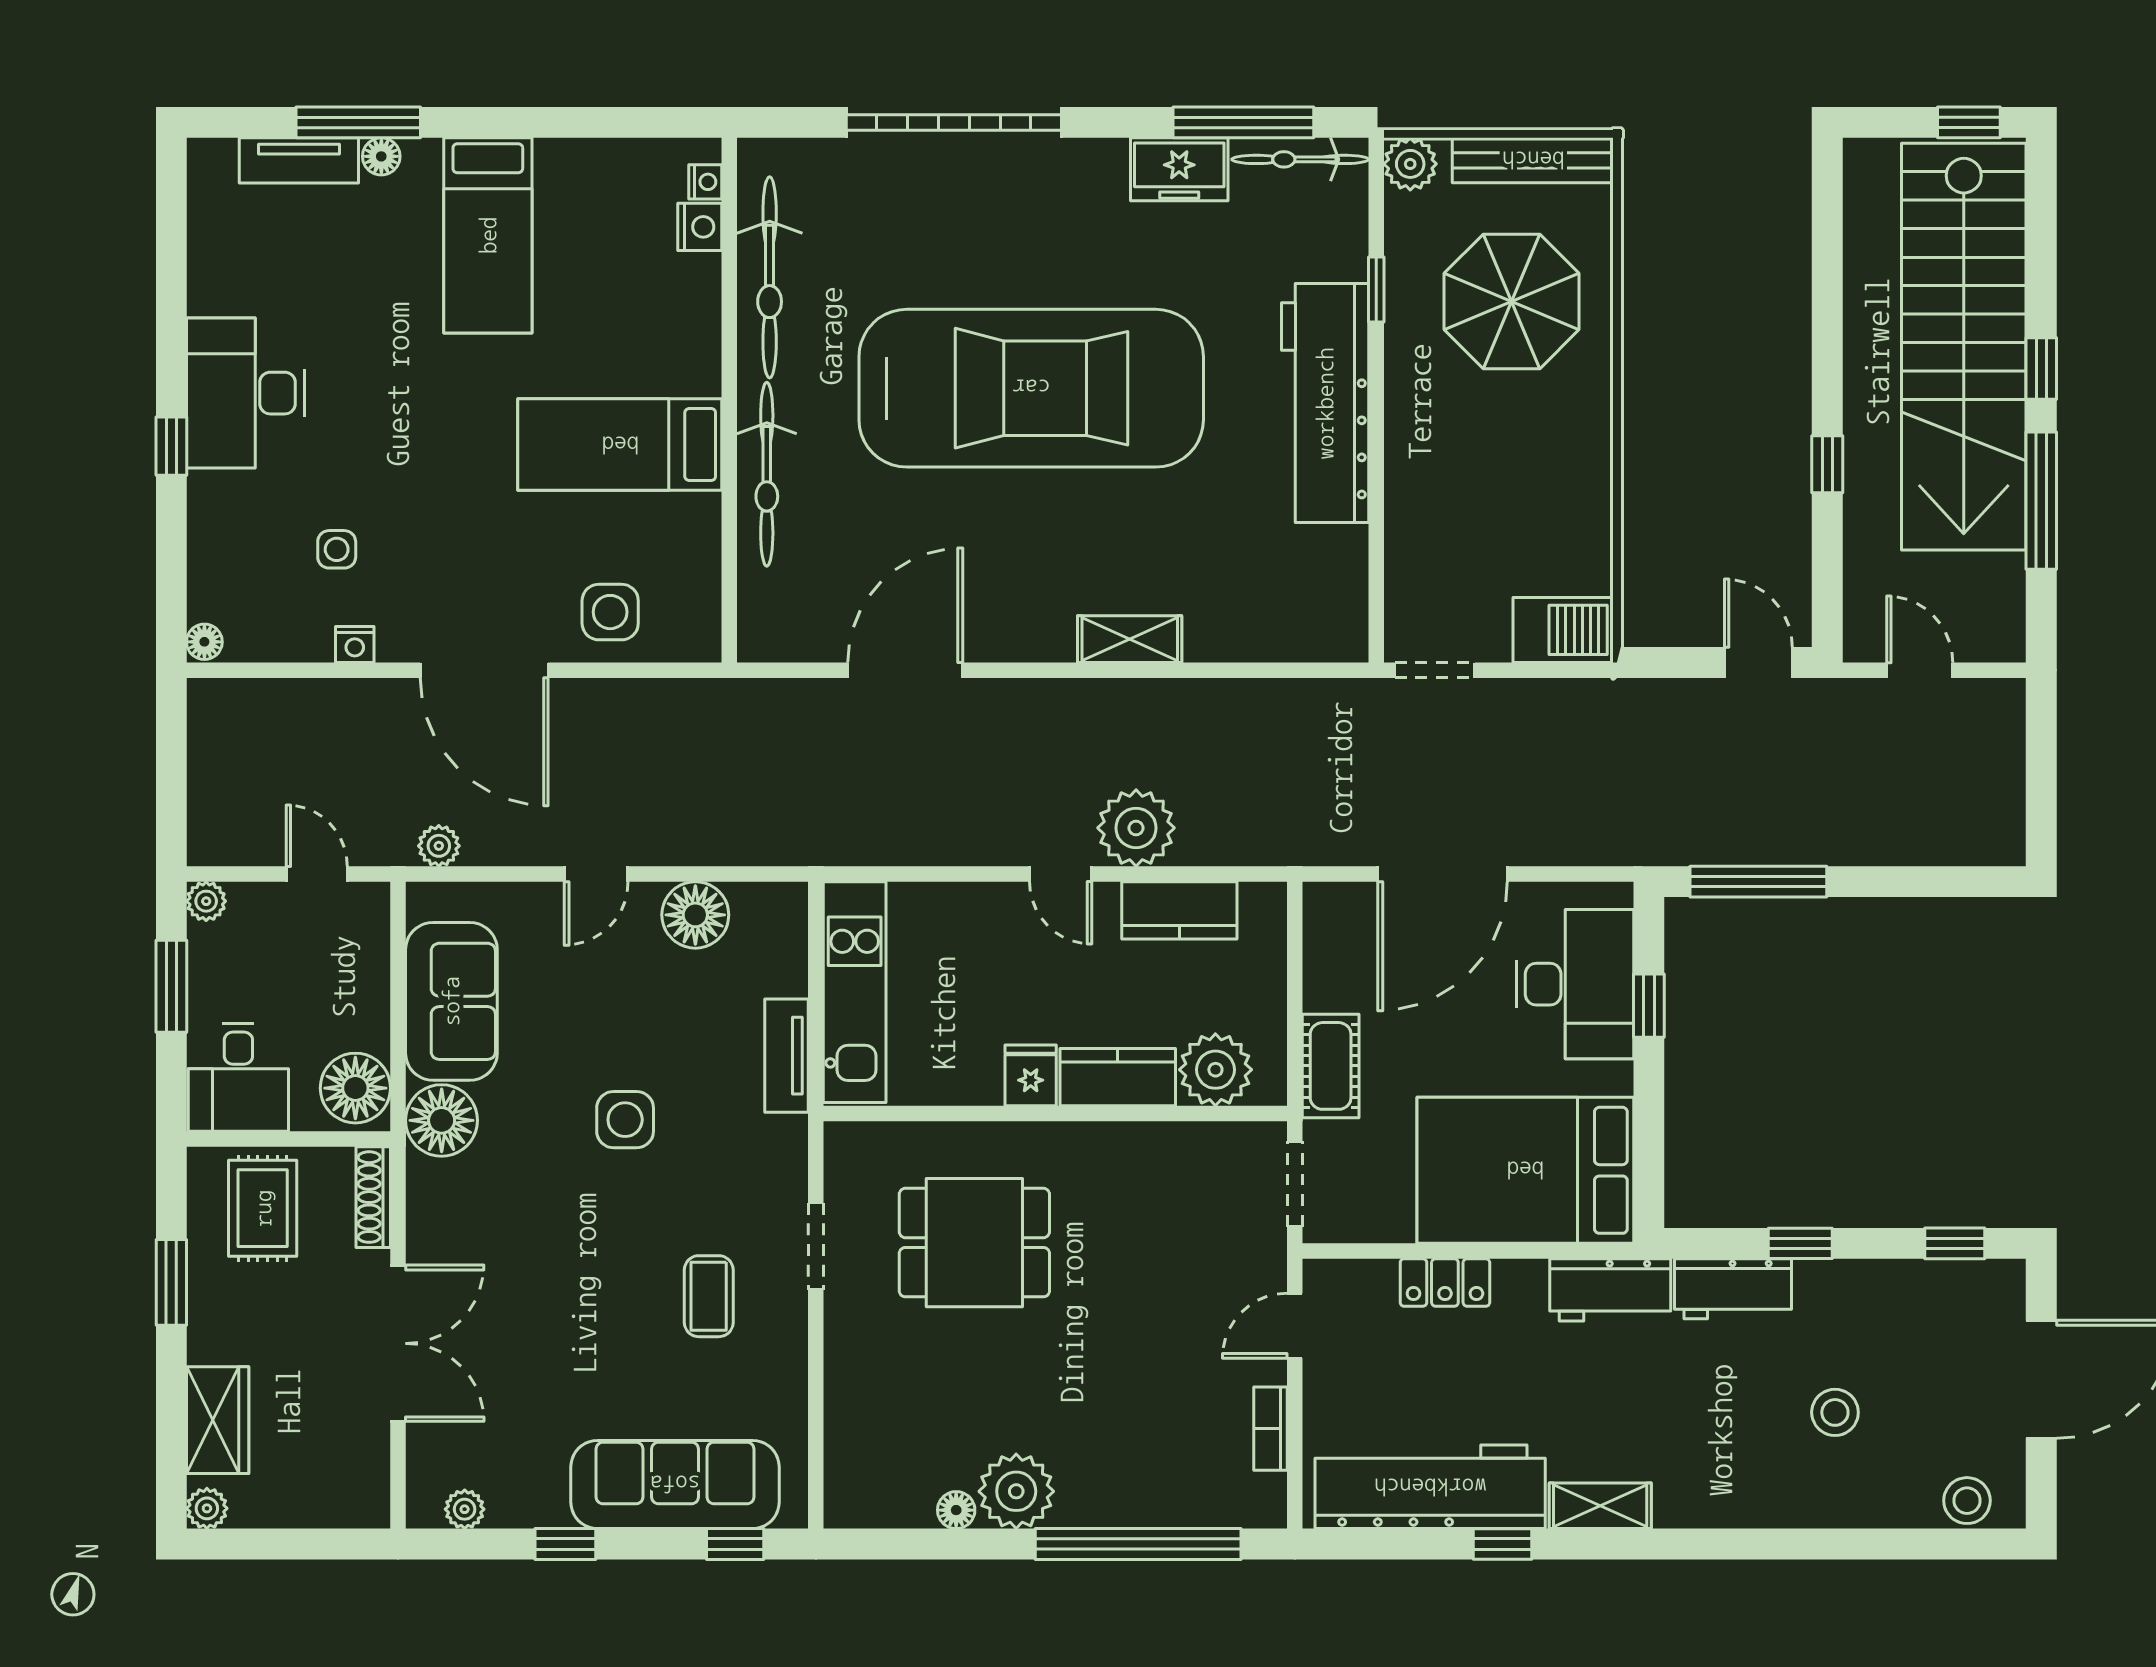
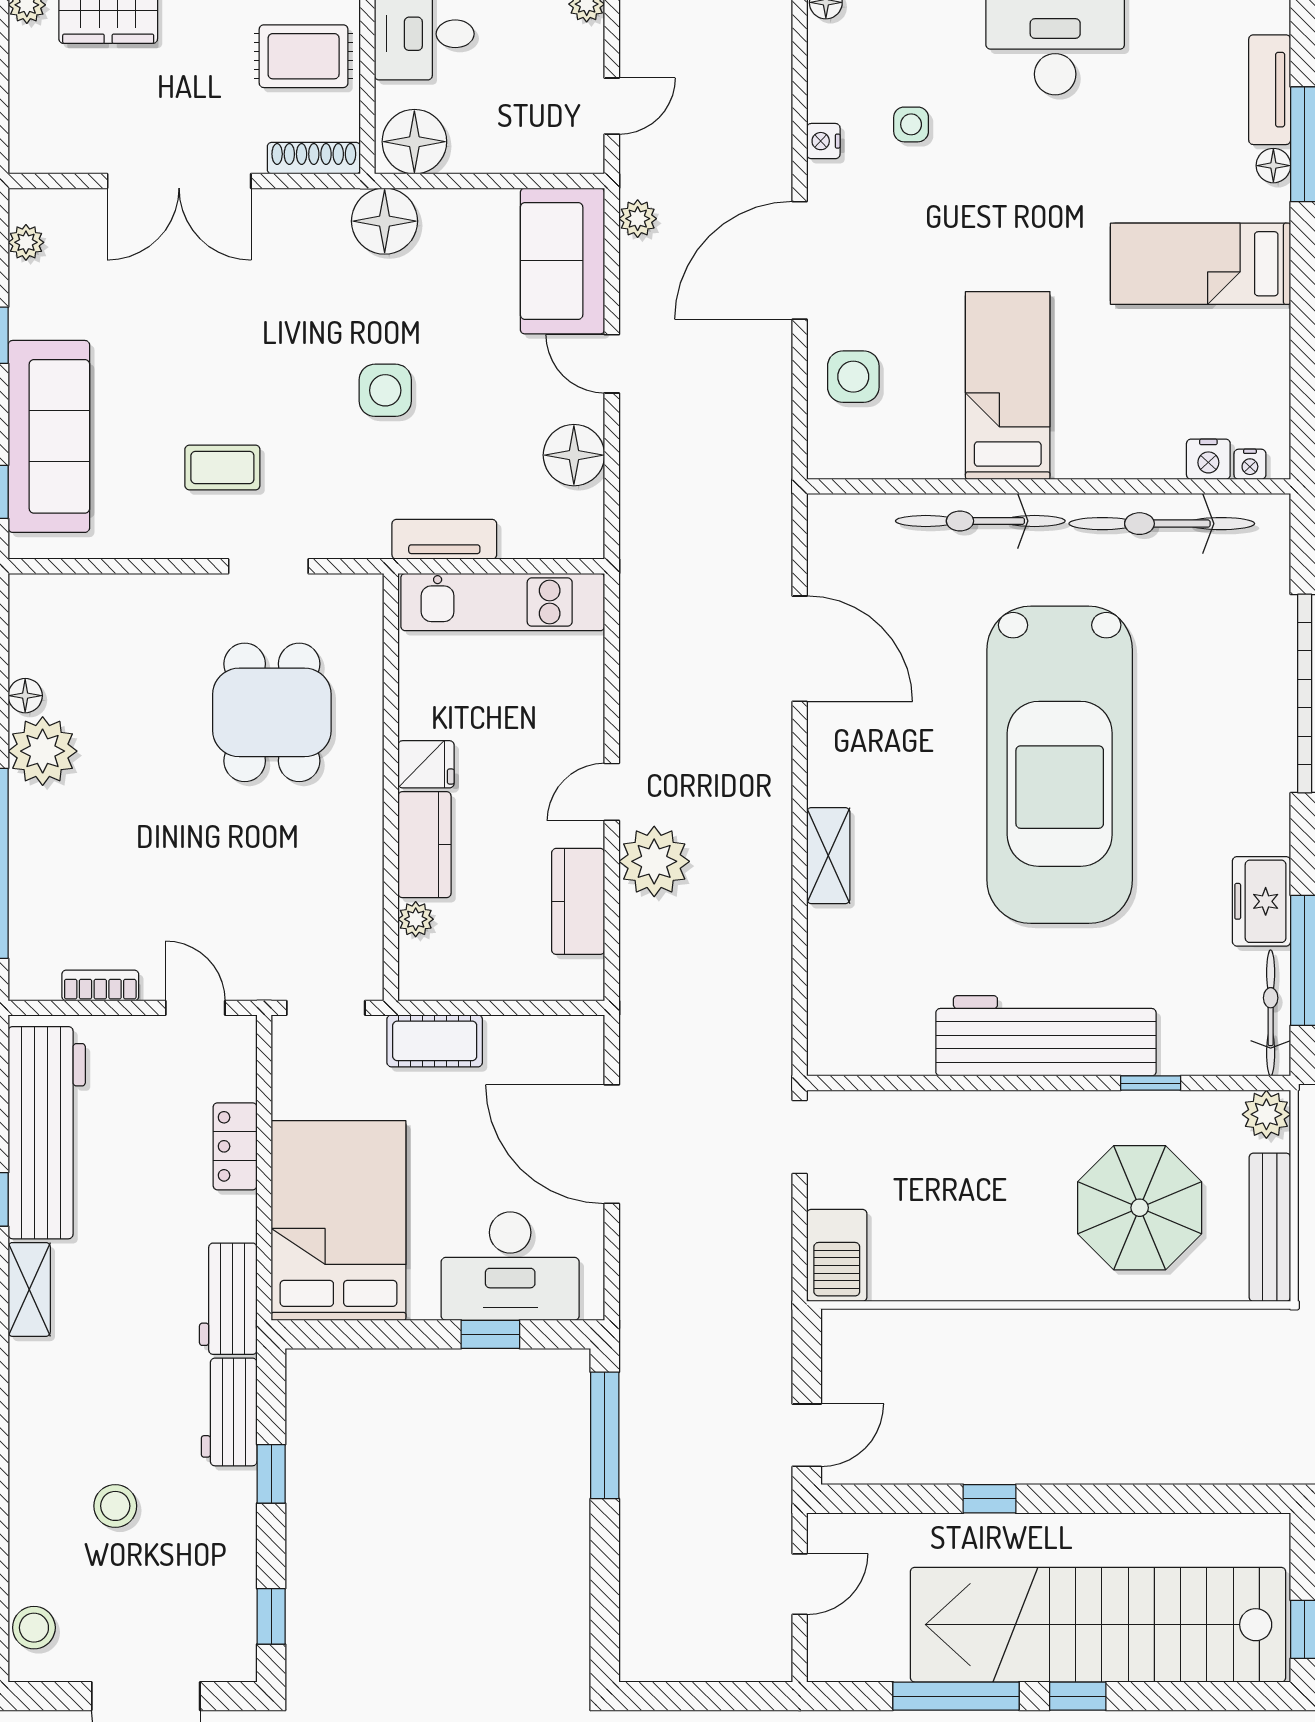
sofa: (451, 1001) -> (563, 261), moved, turned 90
plant: (1215, 1070) -> (416, 919), width x0.53, depth x0.53

